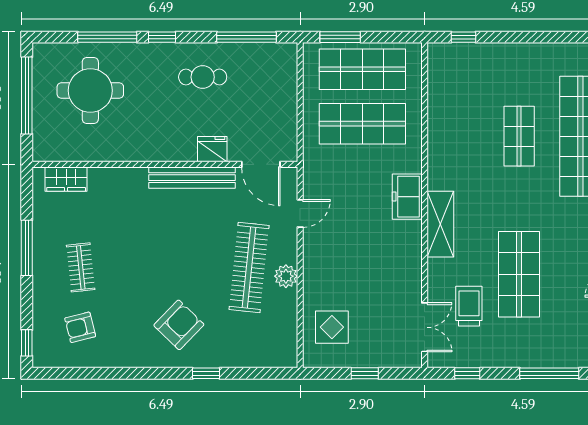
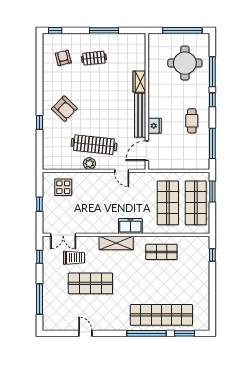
shop shelf: (519, 136) -> (161, 252), moved
wardrobe: (66, 179) -> (139, 82), moved

